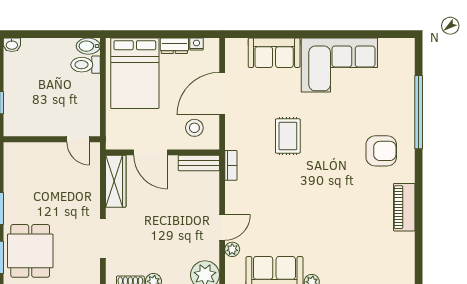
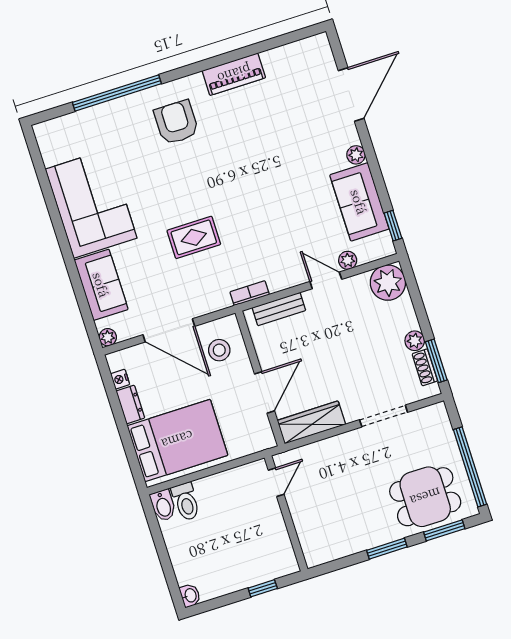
plant: (232, 45) -> (108, 337), added
bench: (199, 163) -> (279, 309), moved, turned 90

